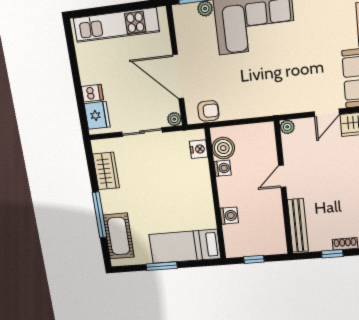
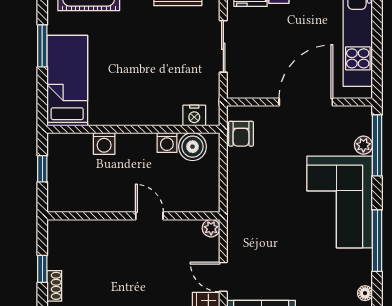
door: (178, 77) -> (306, 102), moved
plant: (174, 119) -> (235, 90), removed
bench: (298, 225) -> (84, 229), removed

